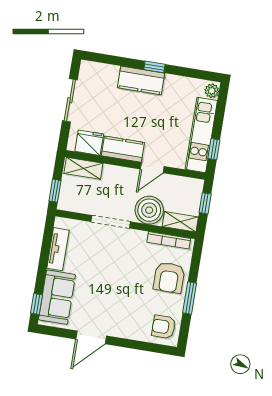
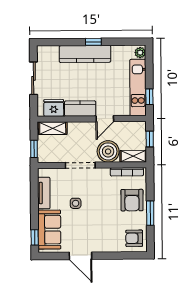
kitchen counter: (141, 80) -> (85, 54), width x1.50
side table: (96, 269) -> (76, 203), added
door: (91, 337) -> (80, 256), hinge flipped

